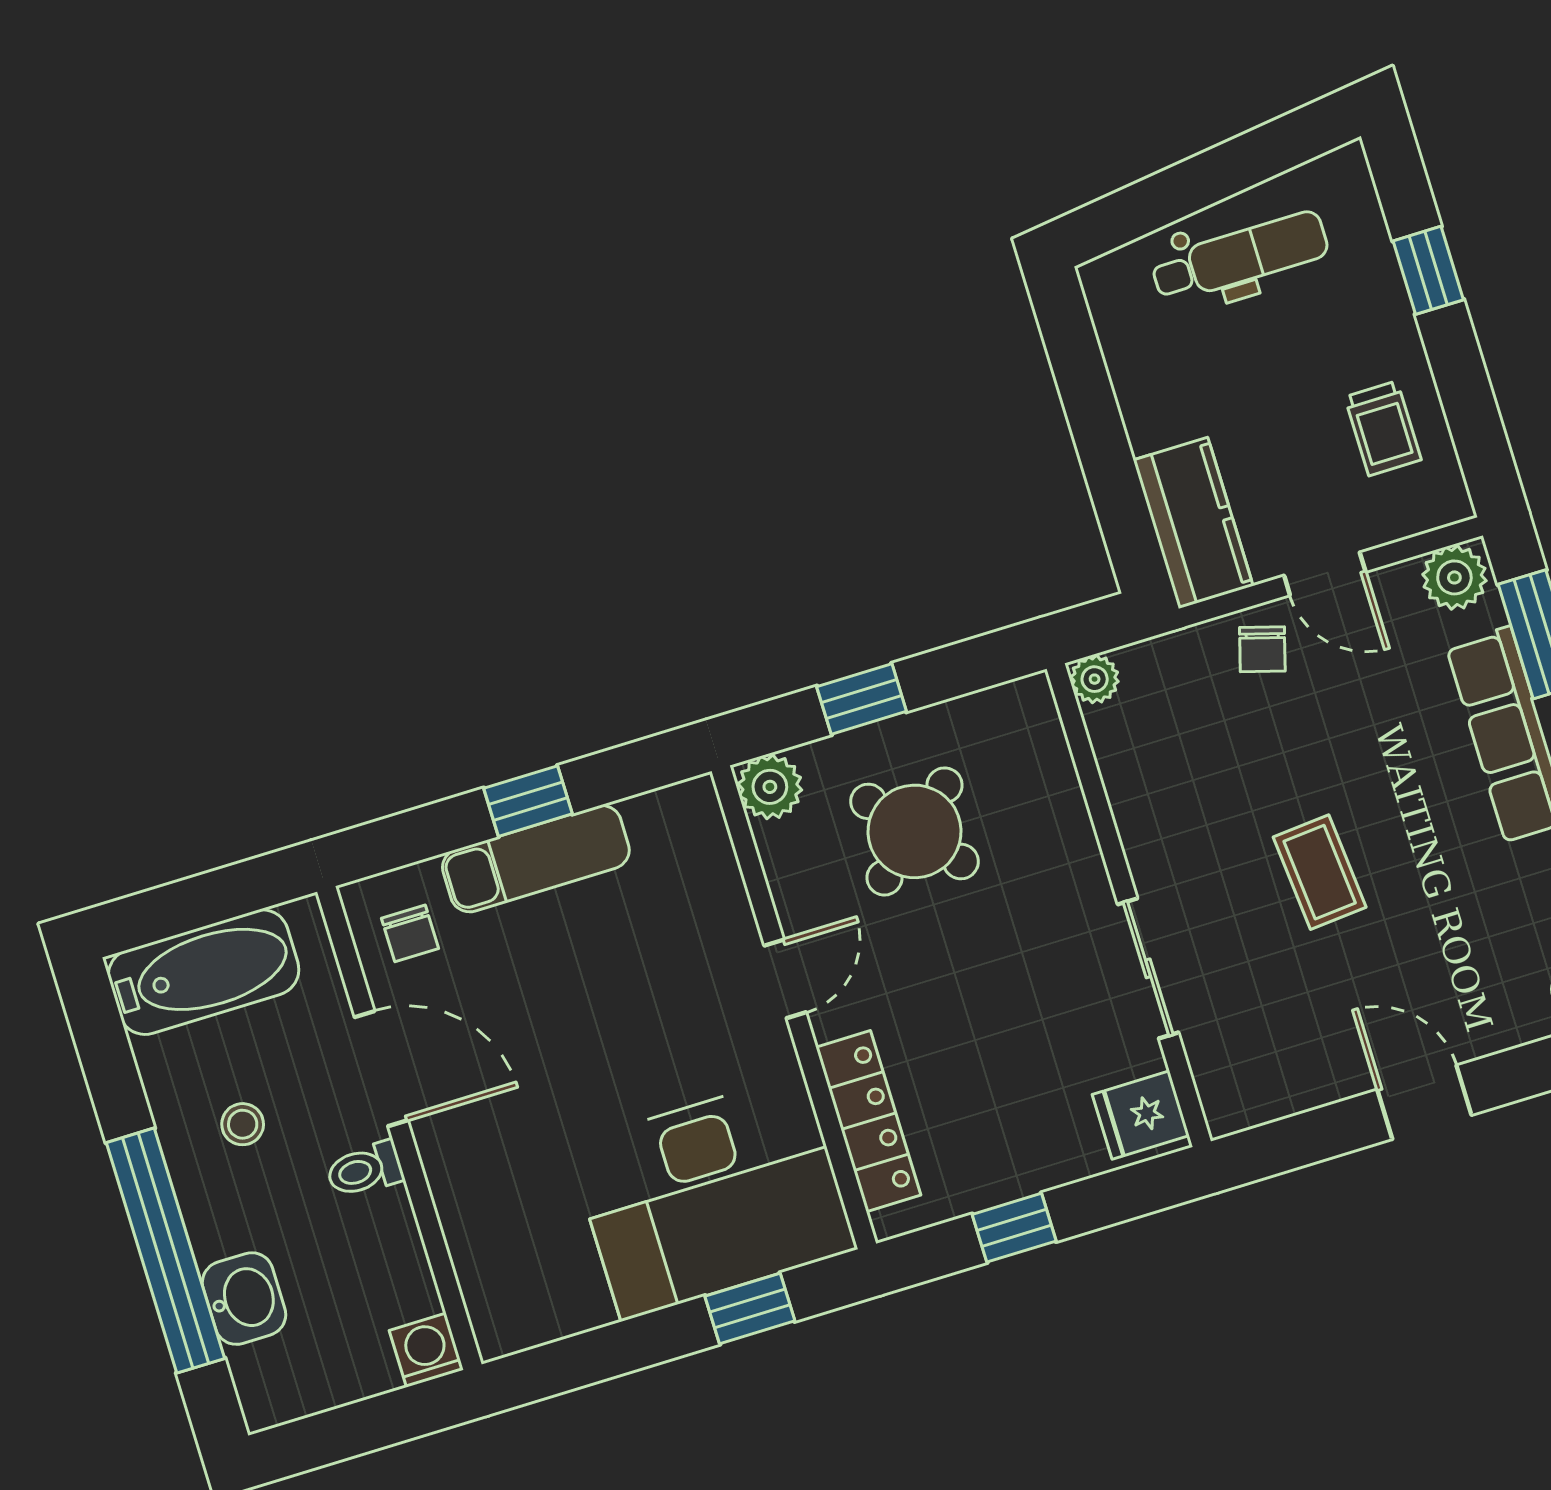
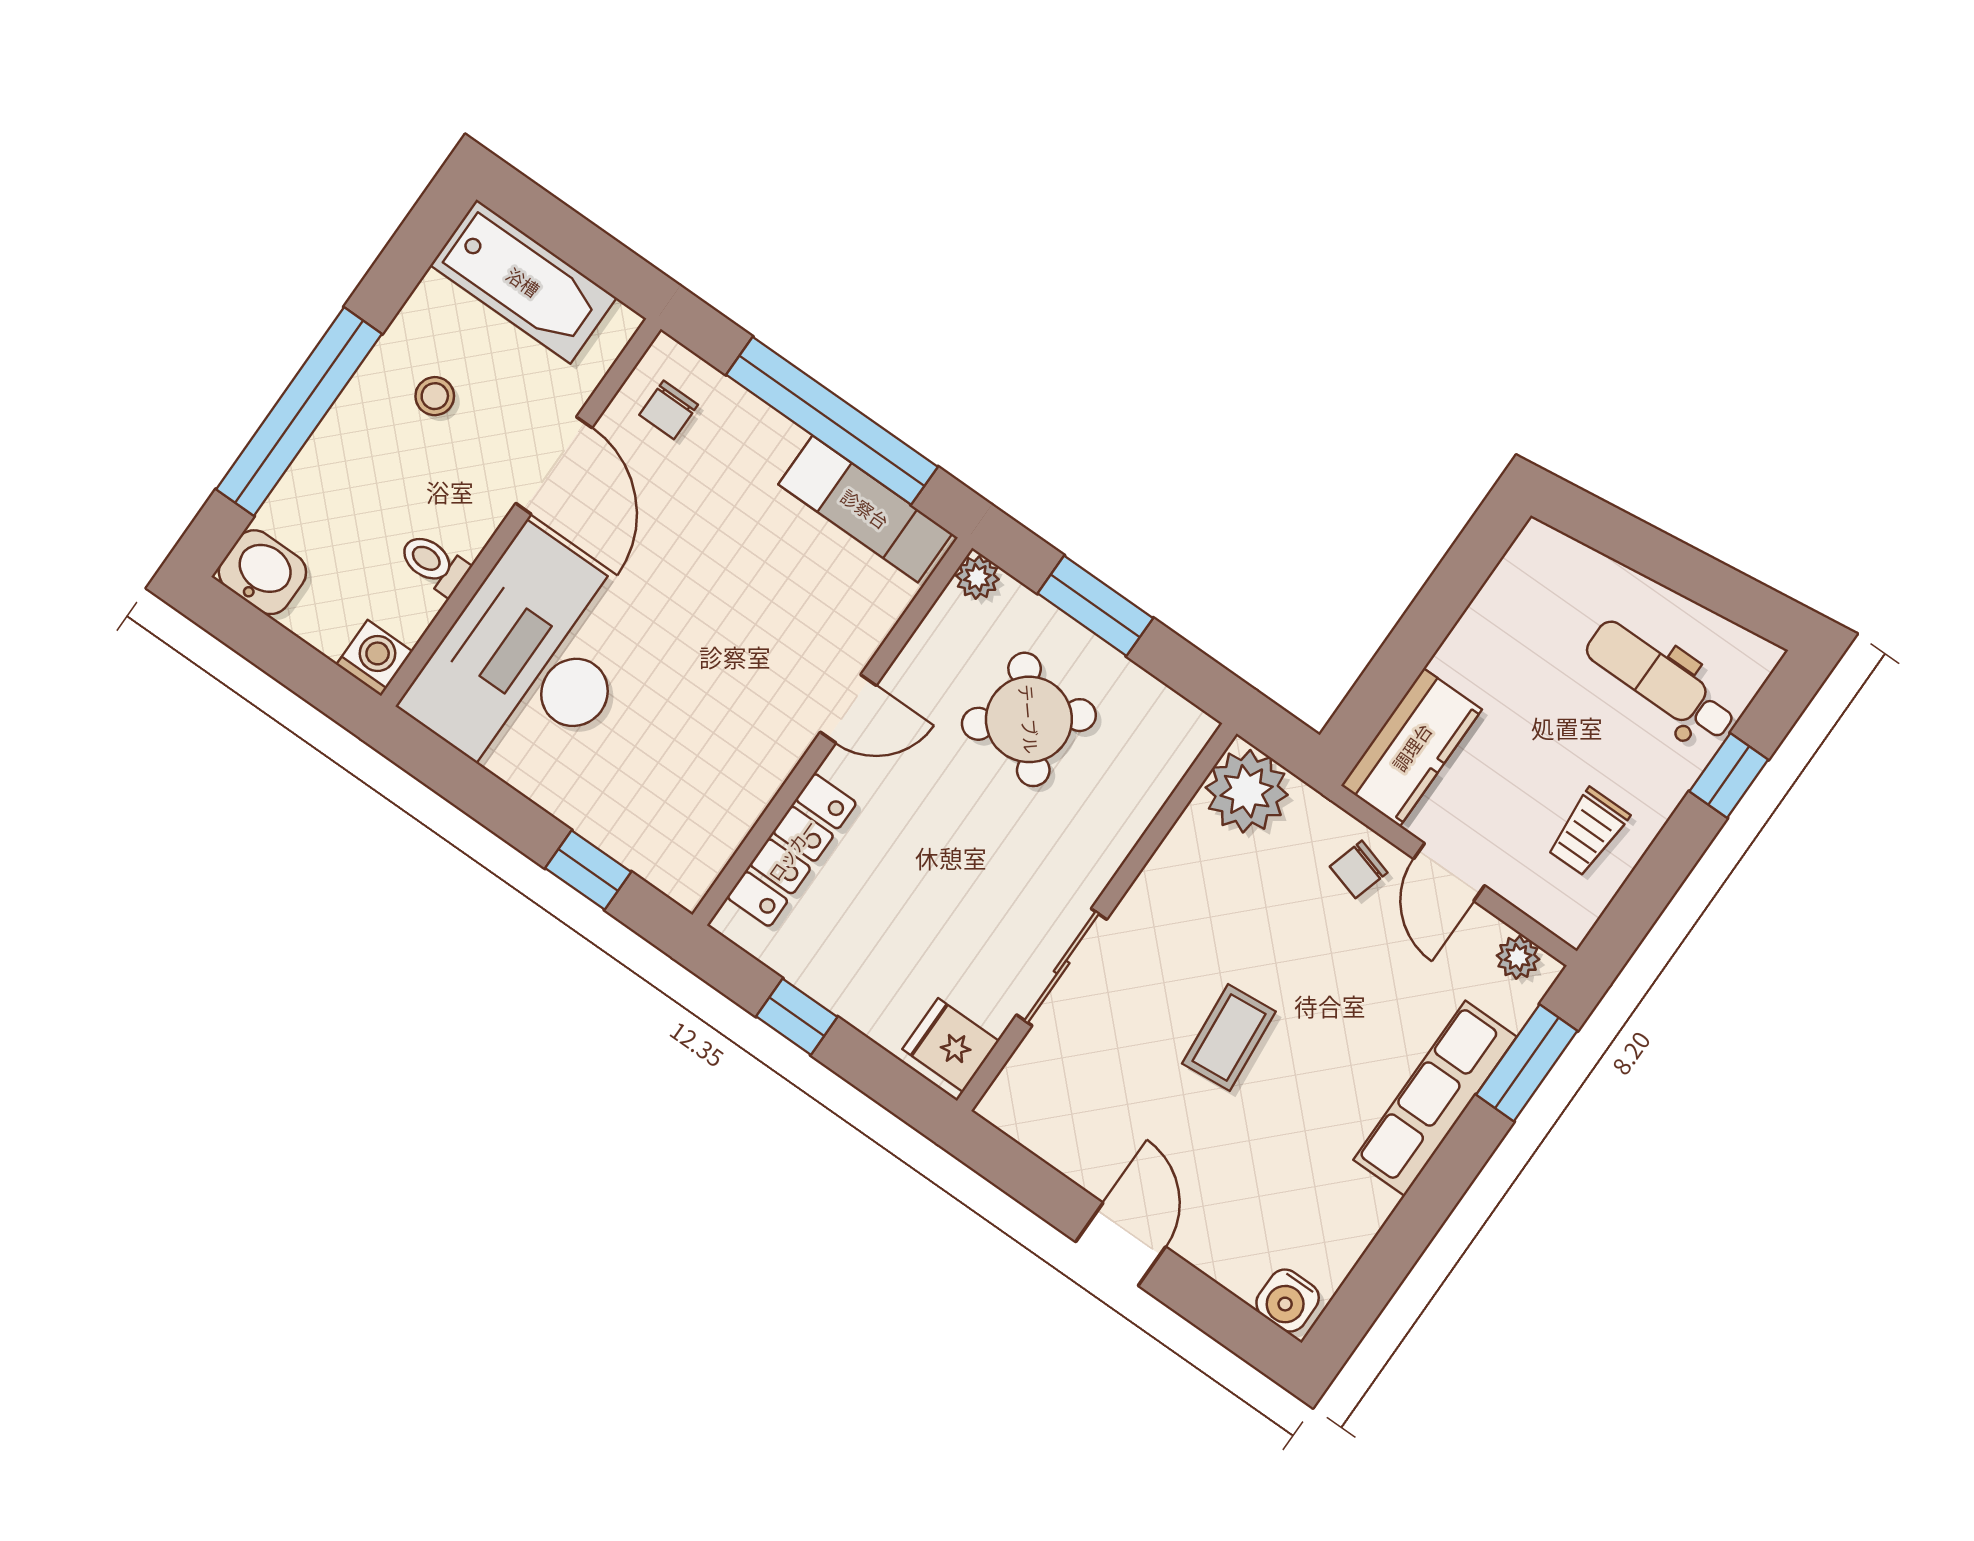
dental chair: (1240, 257) -> (1661, 681), moved, turned 180
plant: (1454, 577) -> (1518, 957), width x0.73, depth x0.73
plant: (1095, 679) -> (1247, 791), width x1.87, depth x1.87
window: (862, 699) -> (1095, 606), width x1.50
plant: (770, 787) -> (977, 578), width x0.73, depth x0.73
window: (528, 801) -> (832, 421), width x3.17
exam couch: (536, 859) -> (865, 509), moved
toilet: (365, 1170) -> (434, 564), moved
desk: (712, 1197) -> (531, 662), moved, turned 90
washbasin: (244, 1299) -> (262, 572), moved, turned -90

